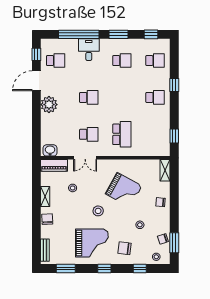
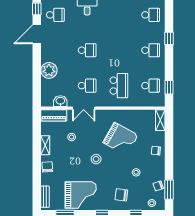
school desk: (122, 61) -> (151, 86), moved
plant: (49, 105) -> (49, 70), moved
washbasin: (50, 150) -> (60, 101), moved
grand piano: (92, 243) -> (81, 195), moved

